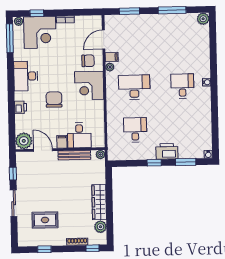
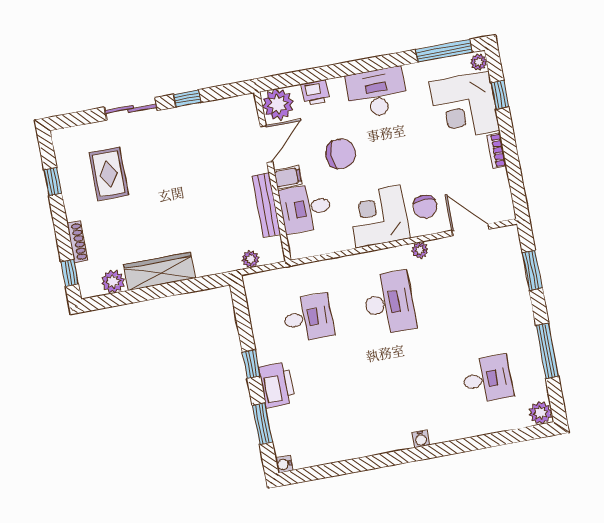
filing cabinet: (112, 57) -> (439, 251), removed
desk: (182, 86) -> (487, 379), moved
desk: (79, 135) -> (306, 208), moved
plant: (24, 141) -> (278, 104), moved
filing cabinet: (62, 142) -> (288, 177), moved
door: (43, 150) -> (266, 144), moved
wall: (60, 150) -> (272, 176), moved
bench: (74, 155) -> (266, 205), moved

